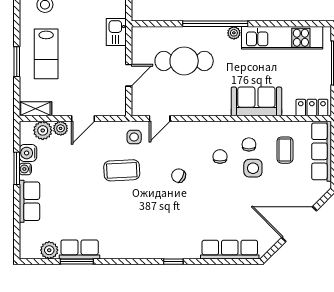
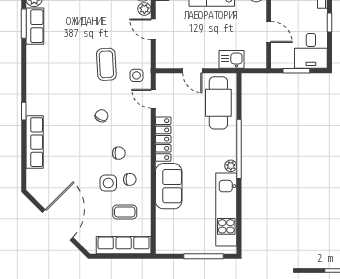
cafe table: (184, 61) -> (218, 103), moved
locker: (312, 108) -> (163, 139), moved, width x1.53
row of seats: (230, 250) -> (35, 142), moved

